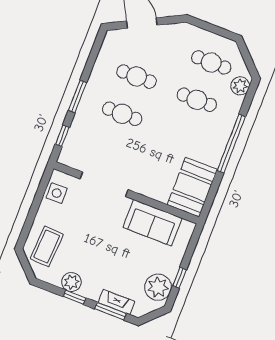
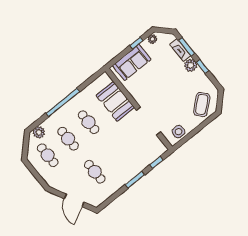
cafe table: (122, 114) -> (89, 122), moved
booth: (192, 187) -> (115, 101), moved, turned 90
sofa: (153, 223) -> (132, 62), moved, turned 90
coffee table: (47, 247) -> (202, 105), turned -44
plant: (71, 282) -> (191, 65), moved
plant: (158, 287) -> (152, 39), width x0.53, depth x0.53

